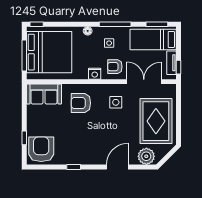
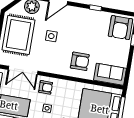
nightstand: (95, 74) -> (64, 84), removed
side table: (116, 102) -> (51, 36), moved

